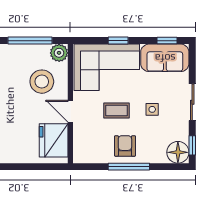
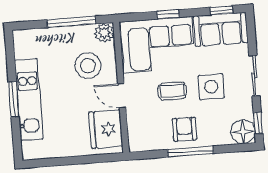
side table: (152, 109) -> (211, 87), width x1.87, depth x1.87

